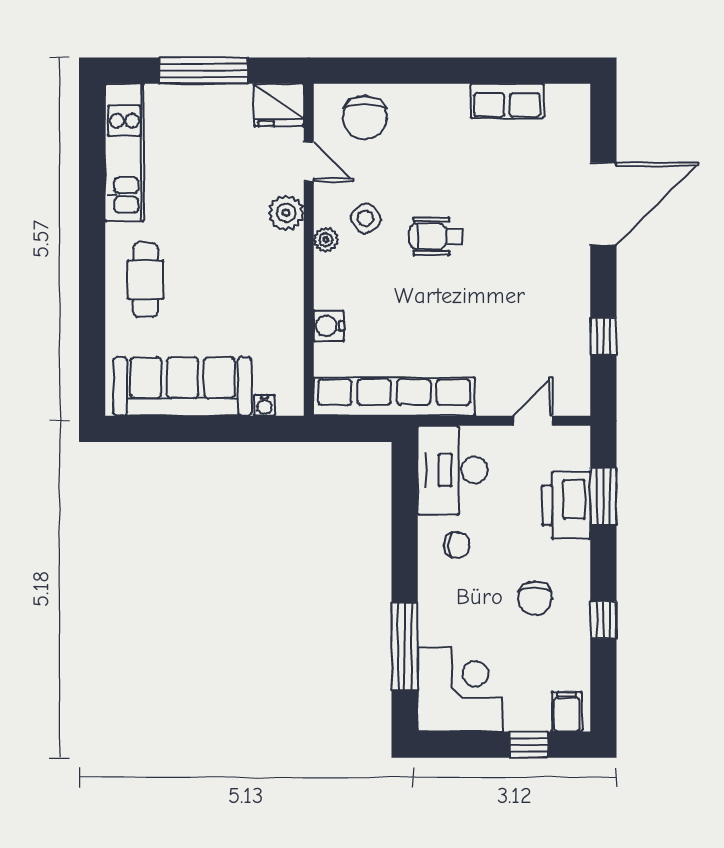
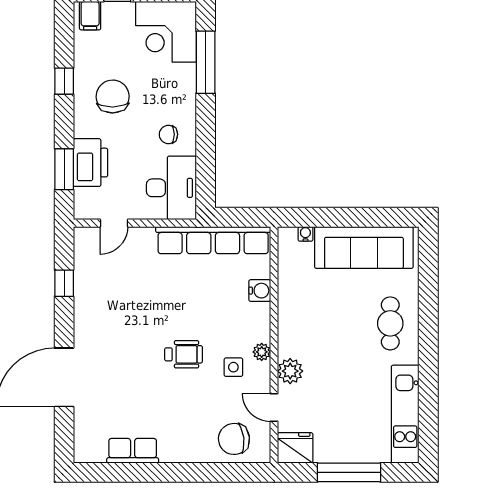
chair: (365, 118) -> (234, 439), turned -97
side table: (366, 218) -> (233, 367), turned 37
chair: (535, 598) -> (113, 97), width x1.37, depth x1.37

